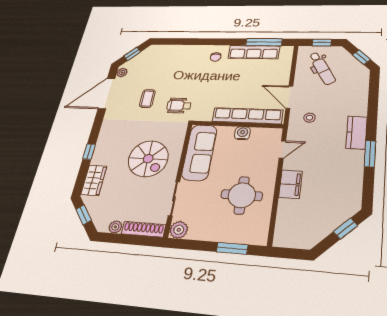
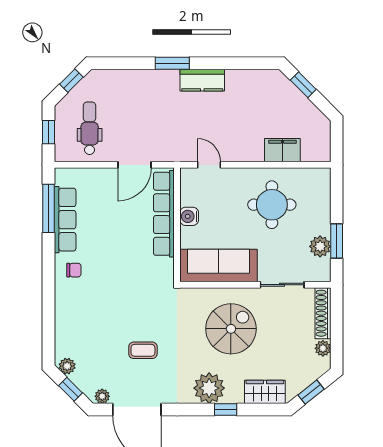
plant: (149, 52) -> (67, 366), added
dental chair: (322, 68) -> (90, 128), turned -60
wheelchair: (179, 105) -> (152, 305), removed
stool: (310, 118) -> (164, 137), removed
kitchen counter: (357, 132) -> (202, 80), moved
plant: (108, 141) -> (209, 388), added
window: (370, 154) -> (172, 63), moved
filing cabinet: (291, 184) -> (282, 150), moved
plant: (179, 230) -> (320, 246), moved
window: (232, 248) -> (337, 241), moved

